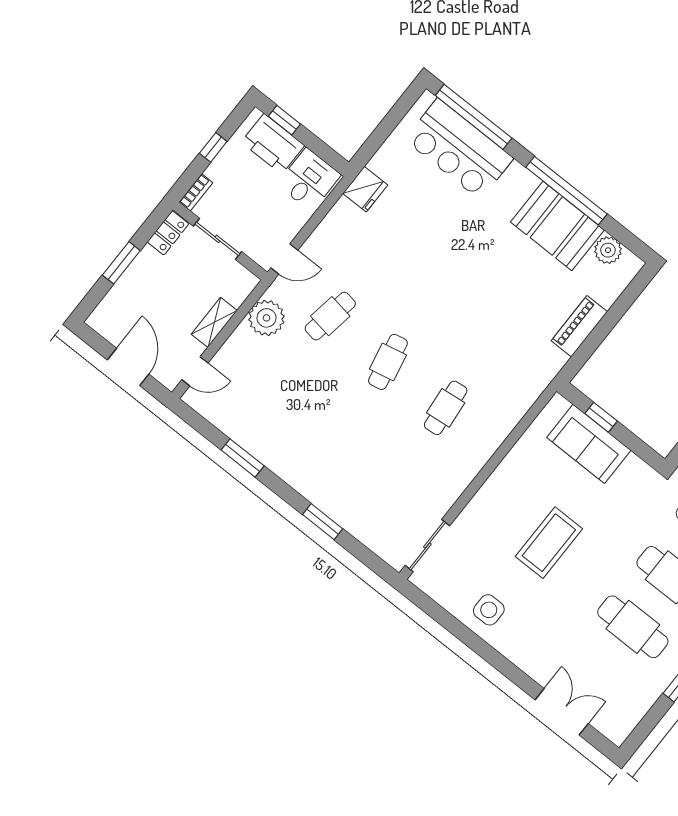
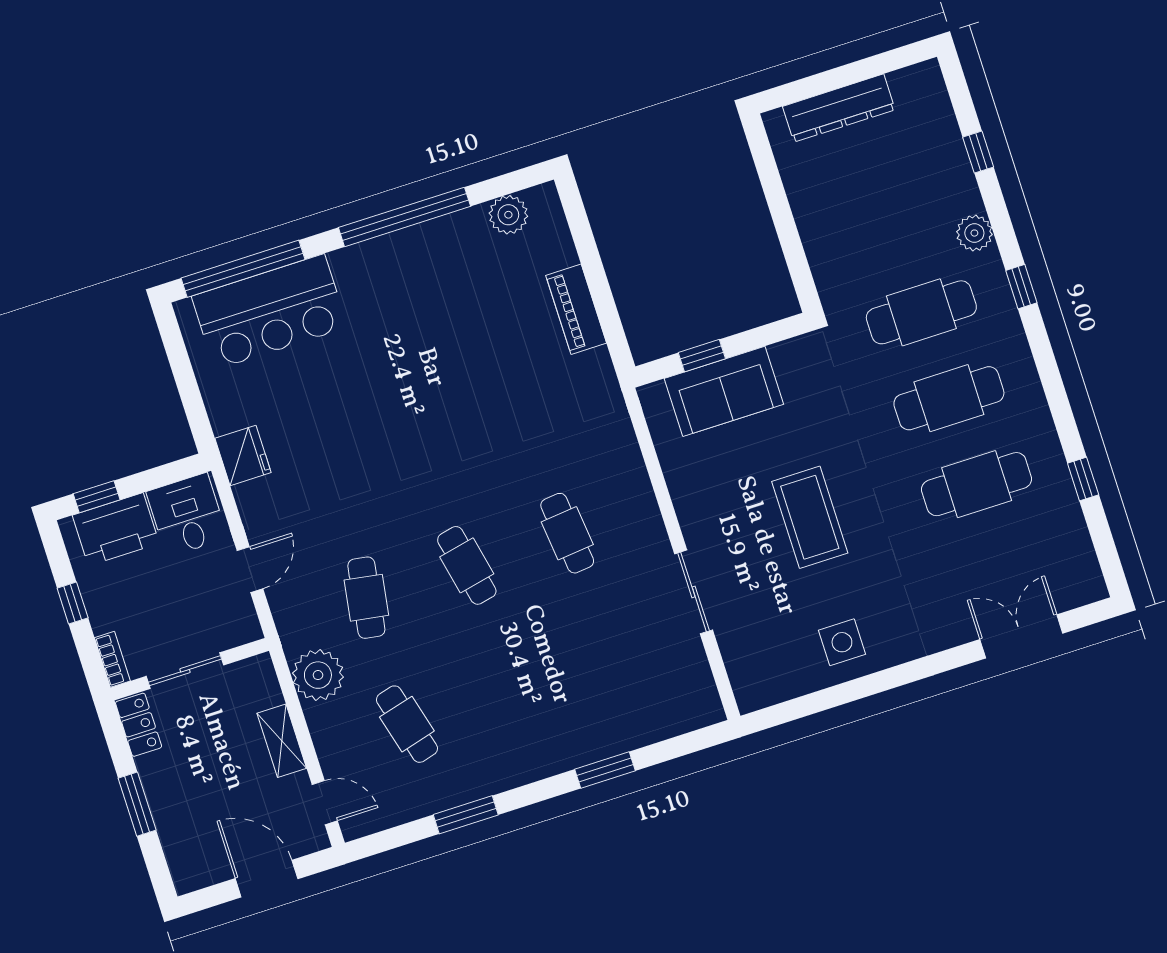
booth: (557, 226) -> (439, 256), removed
door: (284, 259) -> (250, 570), moved
door: (195, 371) -> (325, 803), hinge flipped
cafe table: (272, 389) -> (407, 724), added
sliding door: (427, 546) -> (694, 592), moved

